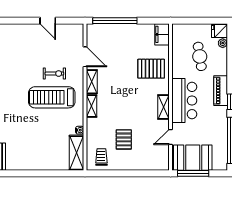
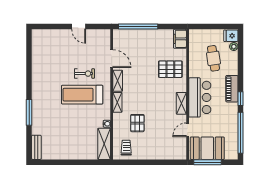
pallet: (124, 139) -> (137, 123), moved

